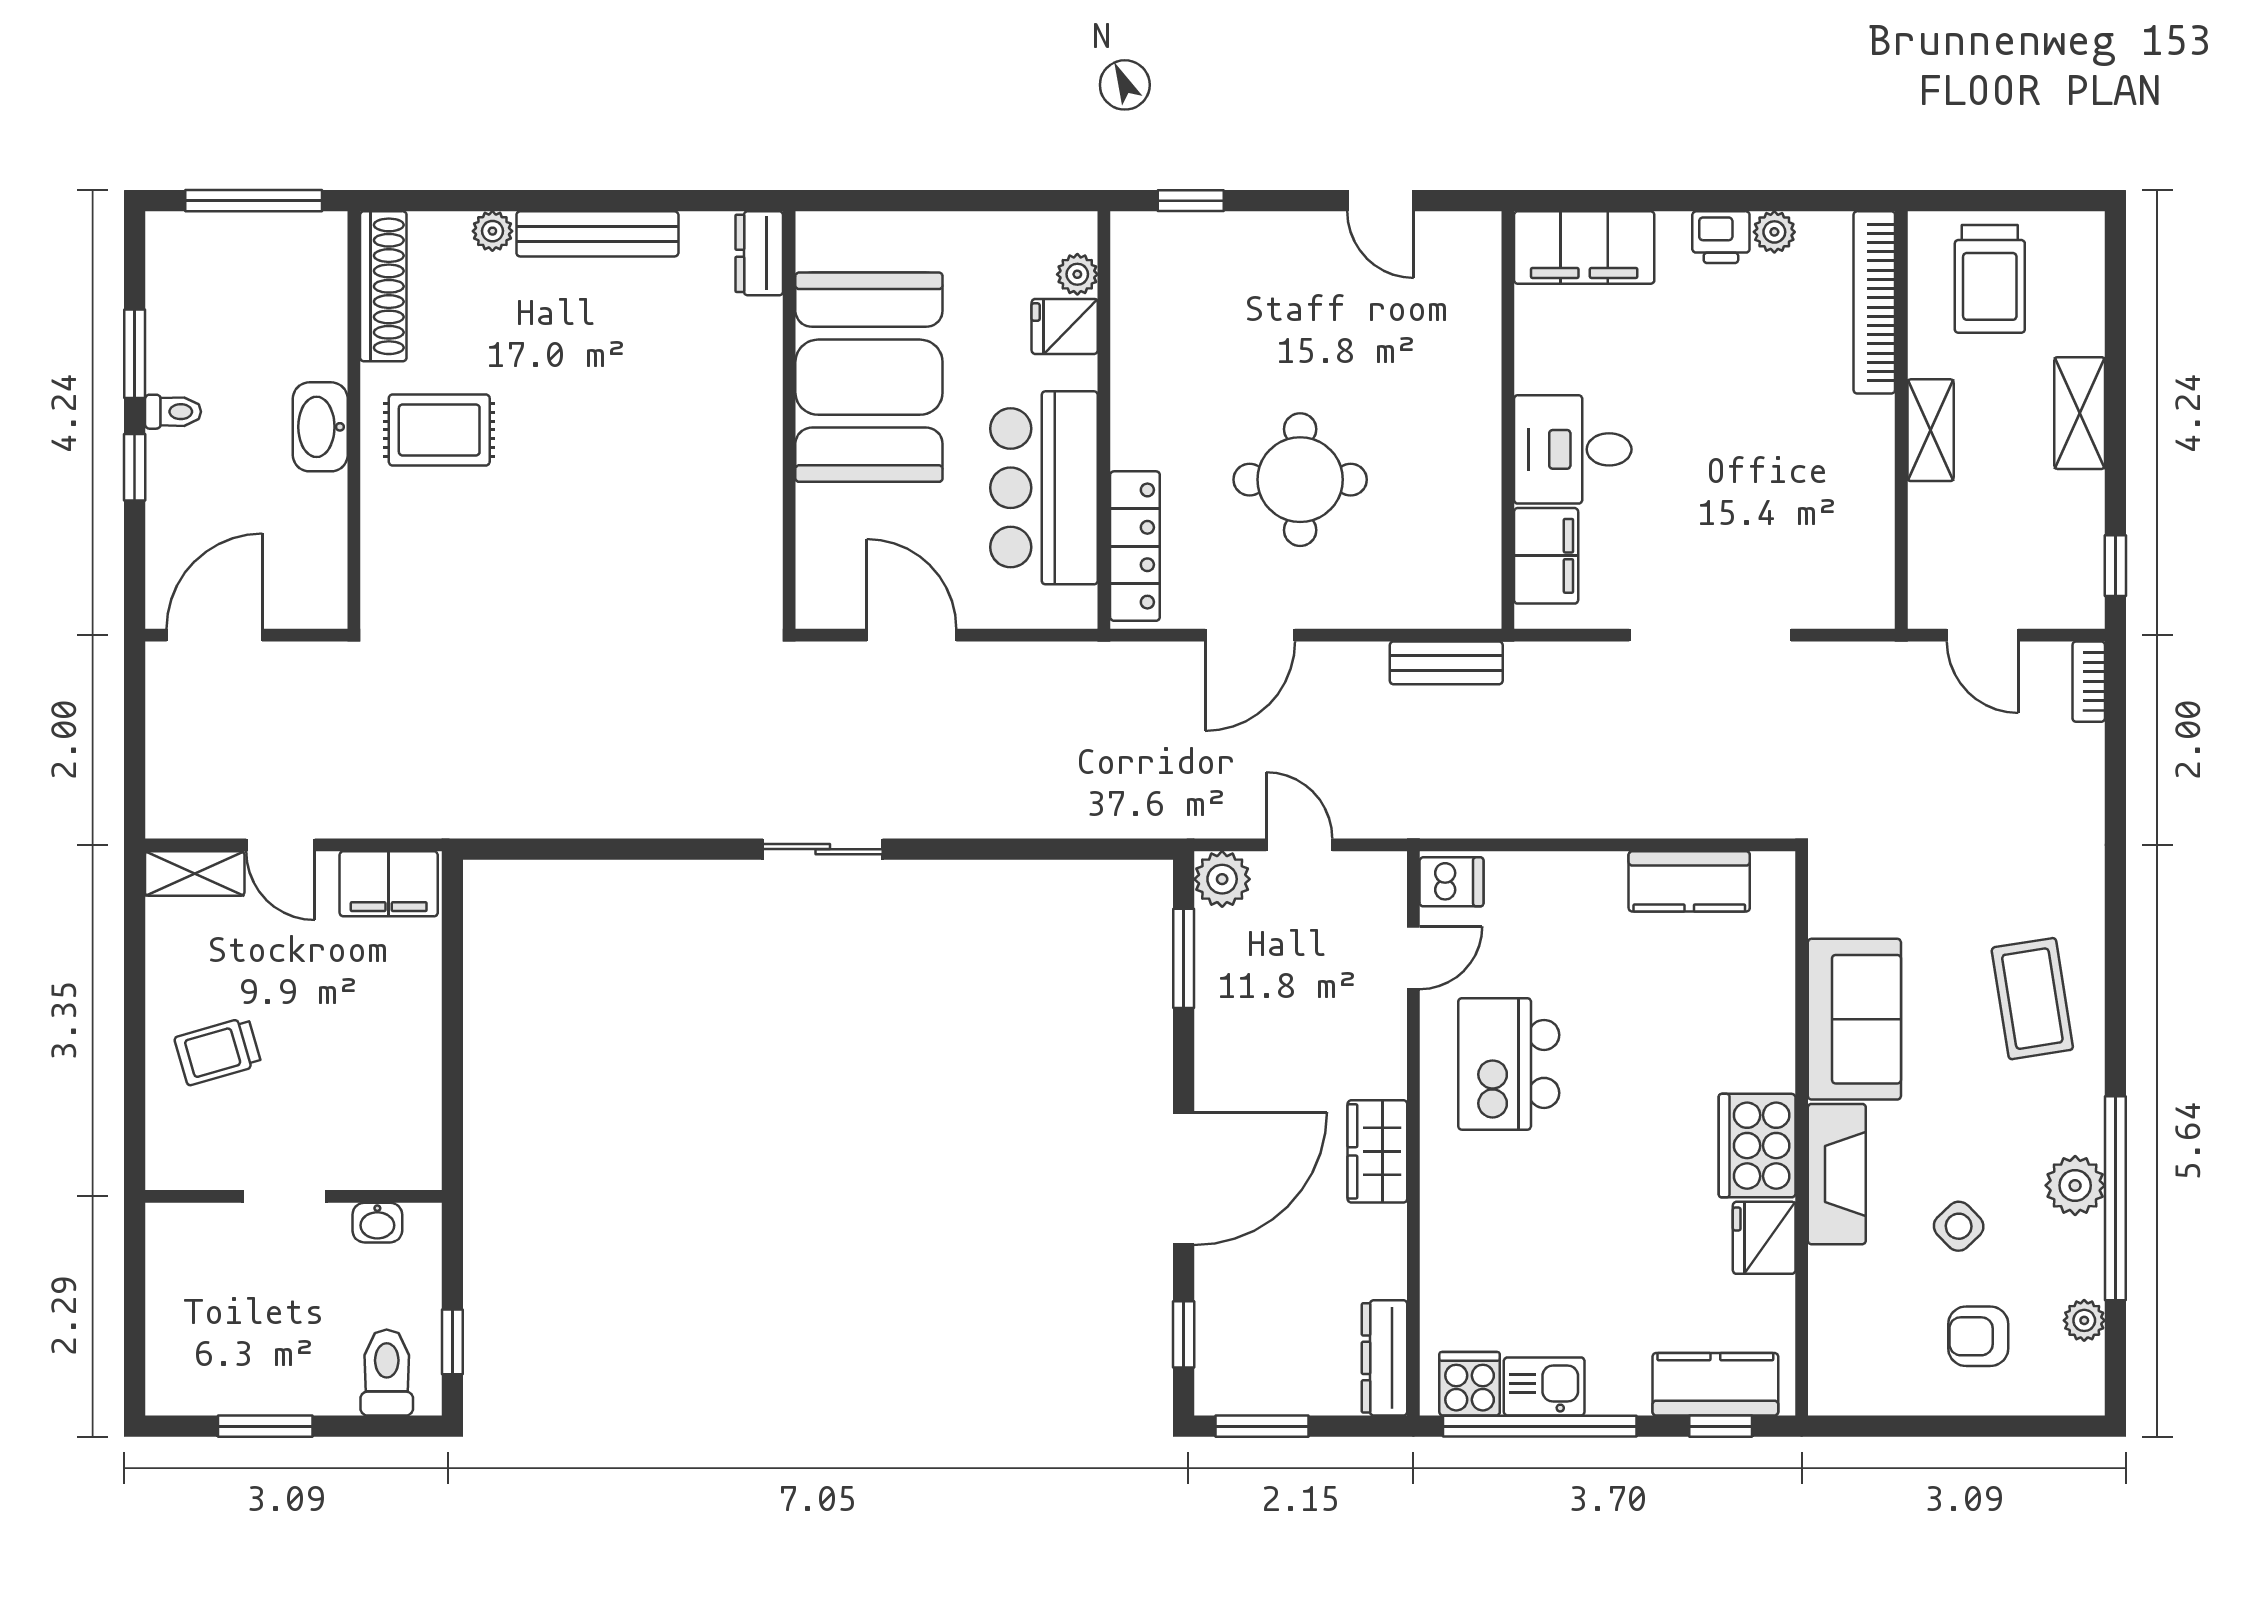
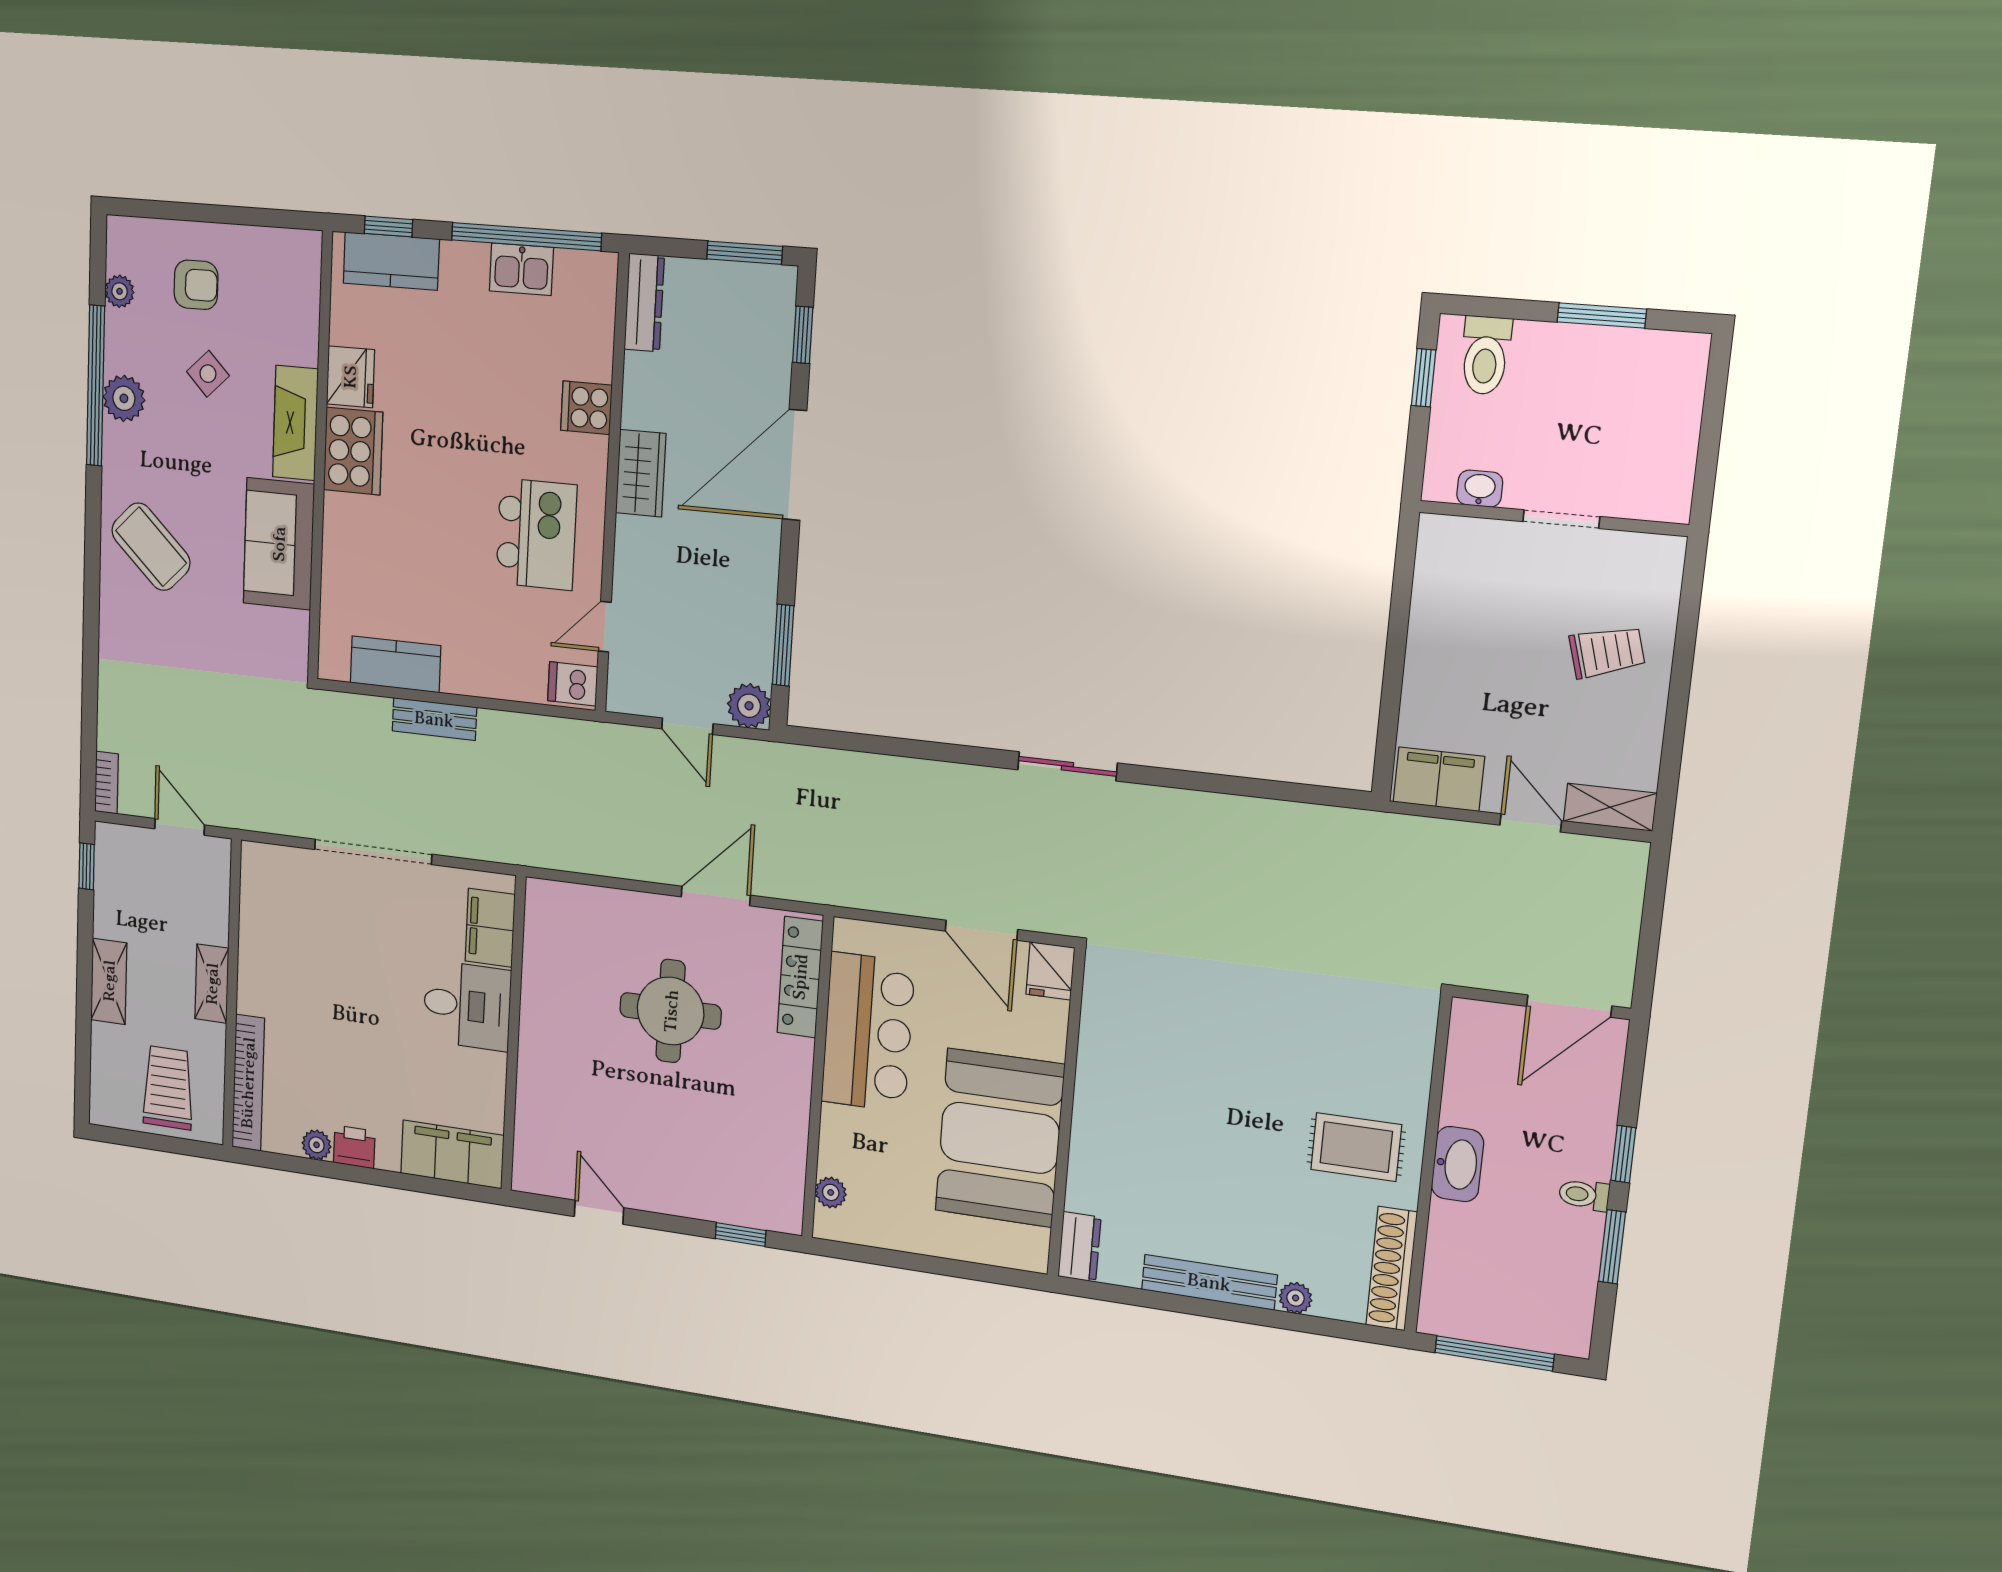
fridge: (1065, 326) -> (1050, 971), moved, turned 90
bench: (1446, 663) -> (434, 719), moved
coffee table: (2032, 999) -> (151, 547), turned -37
cooker: (1470, 1384) -> (586, 408), moved, turned 90

